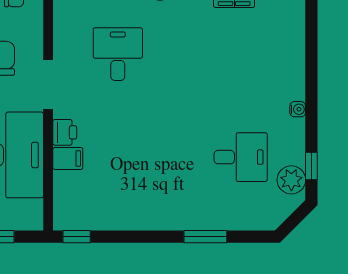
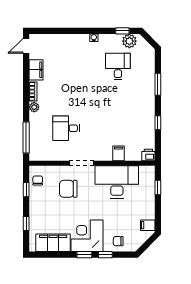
printer: (65, 132) -> (148, 155), moved
window: (77, 237) -> (158, 123), moved

